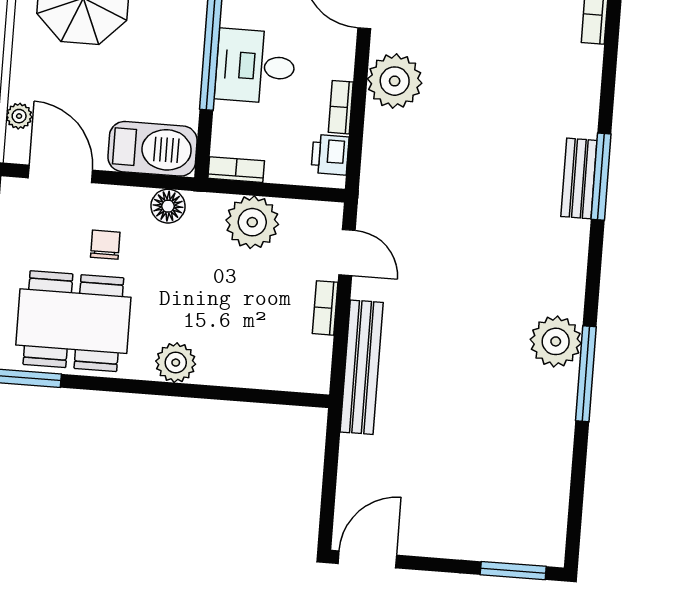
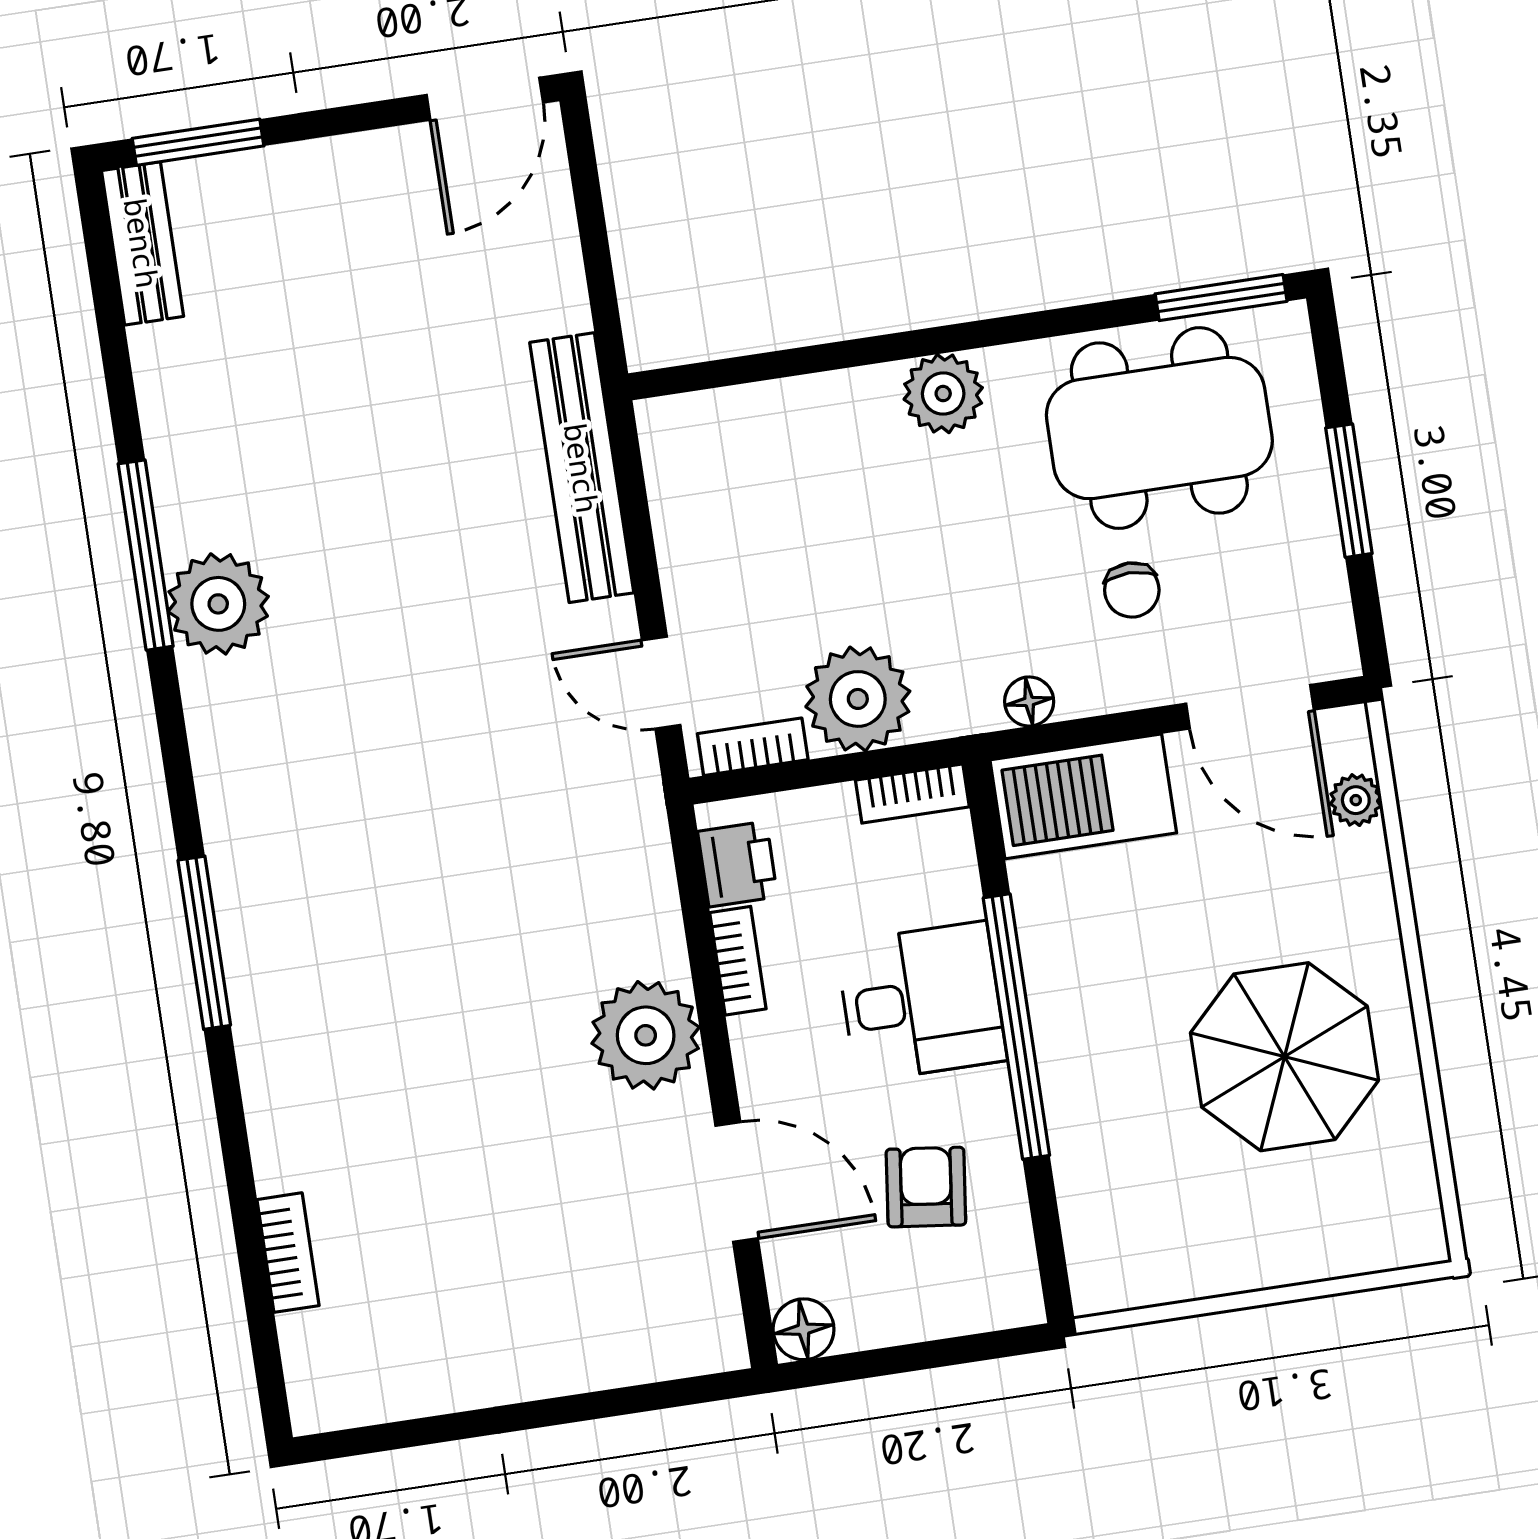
bench: (579, 178) -> (142, 243), moved
floor lamp: (168, 206) -> (1029, 702), width x0.73, depth x0.73
bookcase: (325, 308) -> (753, 747), moved, turned -90

